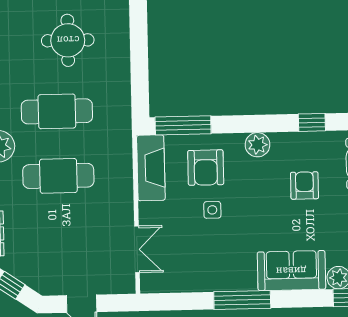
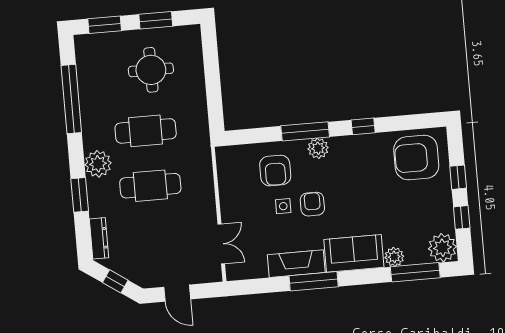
window: (183, 125) -> (305, 131), moved
fireplace: (151, 168) -> (296, 264), moved, turned -90
armchair: (304, 185) -> (312, 204), moved

